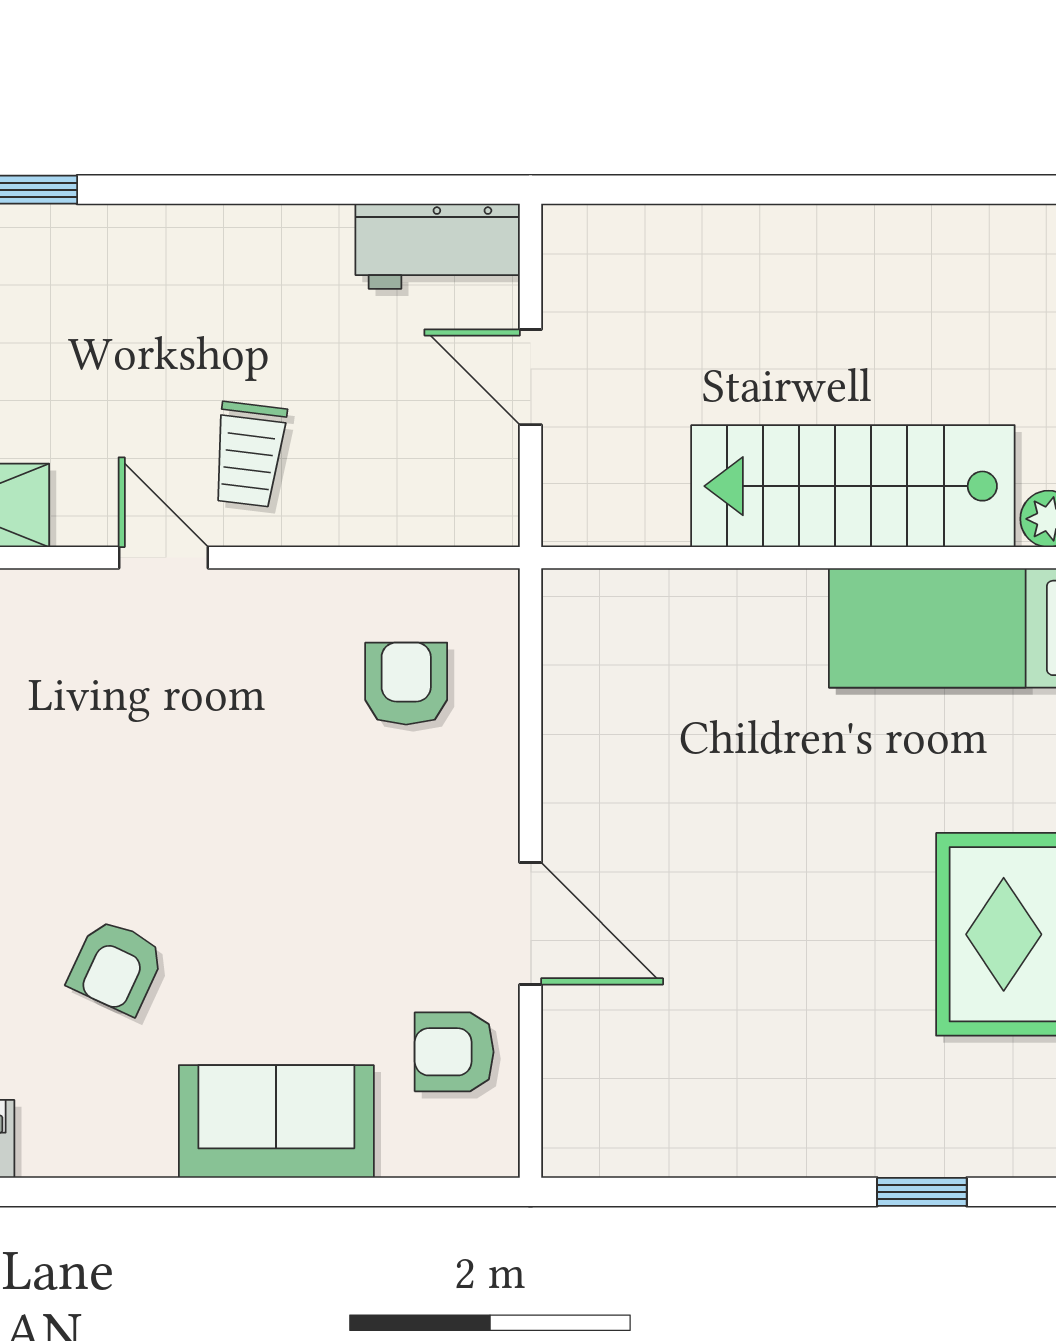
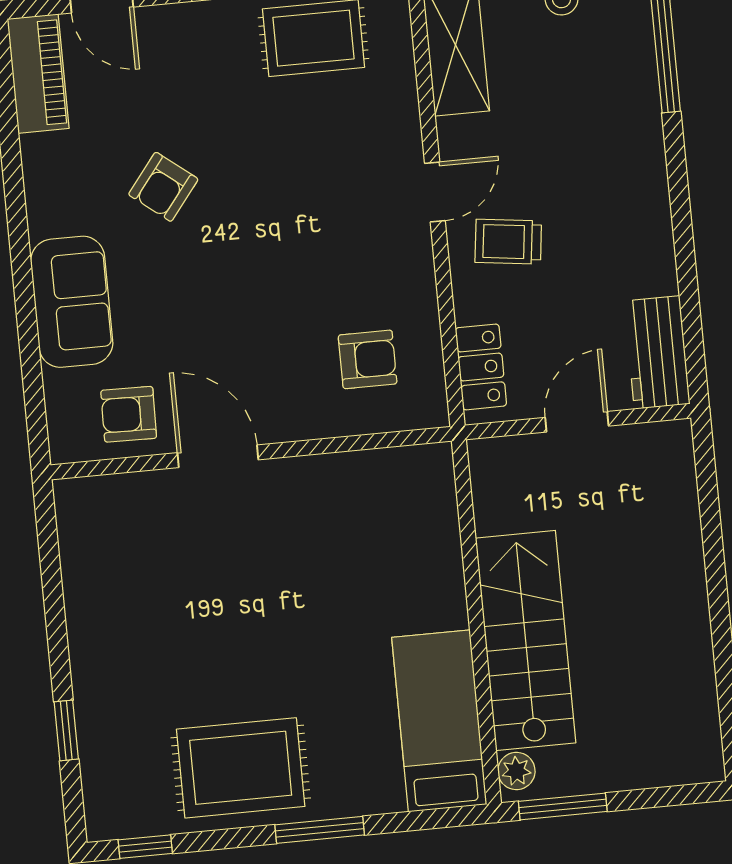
locker: (434, 514) -> (481, 367), added
door: (531, 923) -> (218, 456), swing flipped
armchair: (116, 967) -> (163, 187), turned -77
armchair: (454, 1052) -> (129, 414), turned -89

